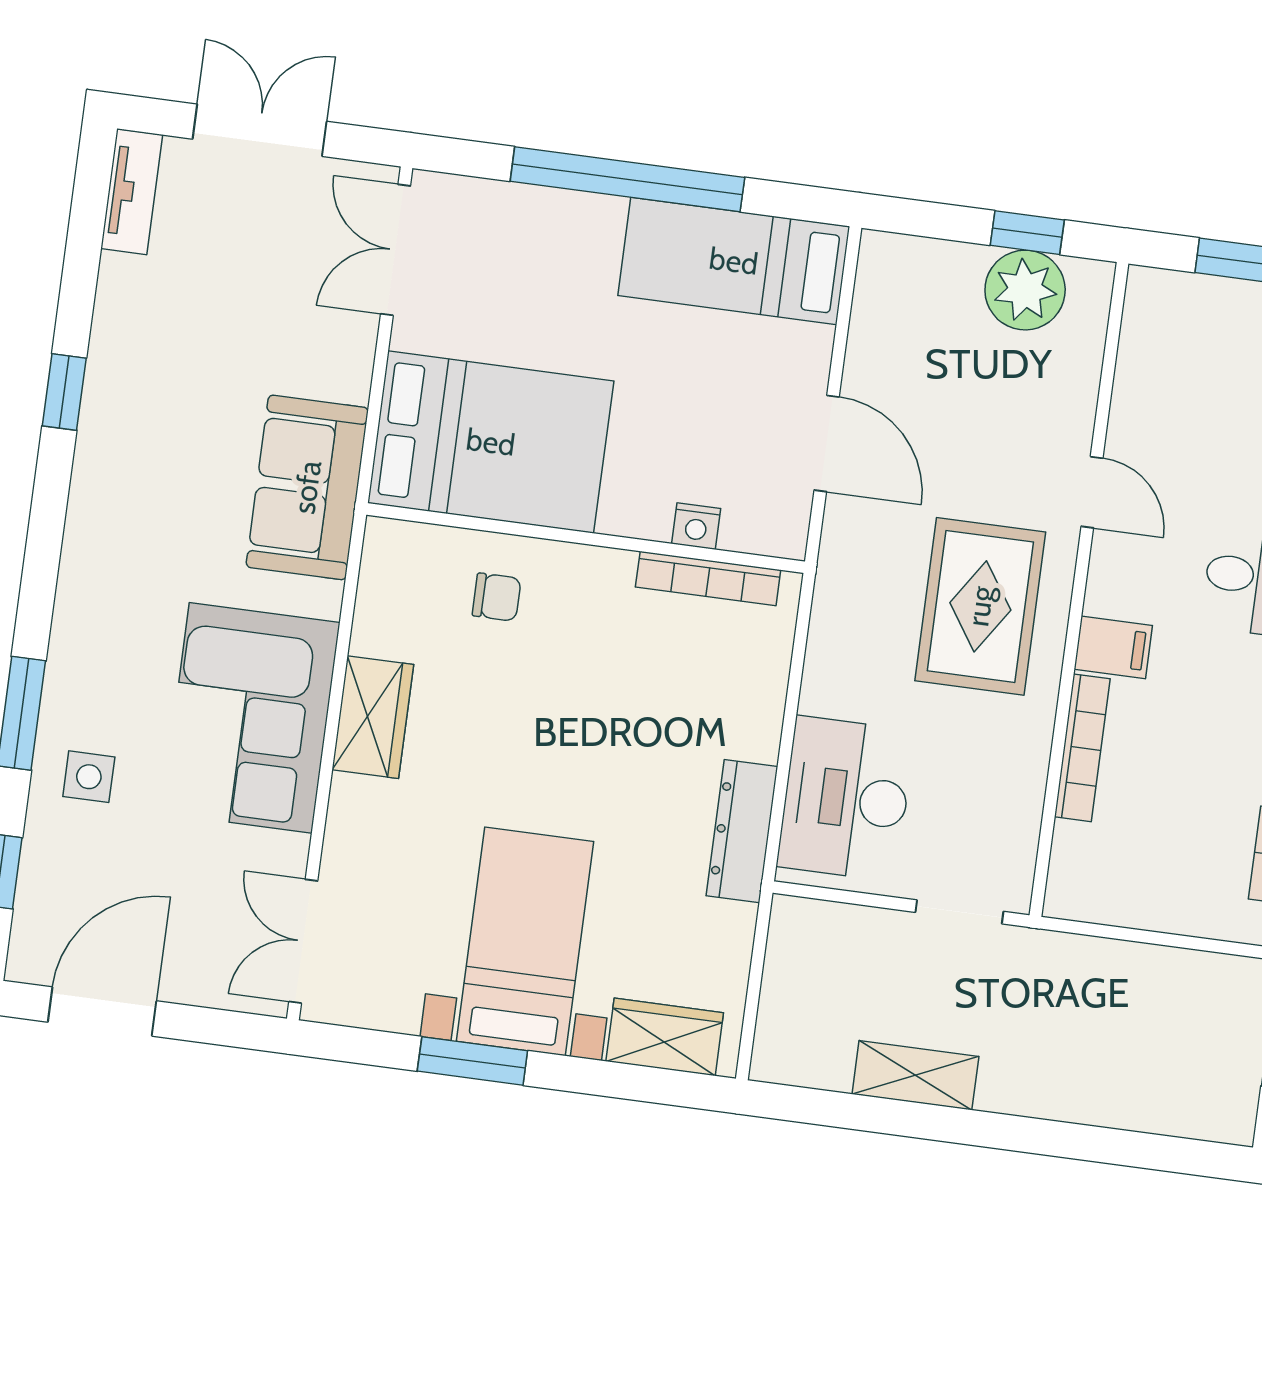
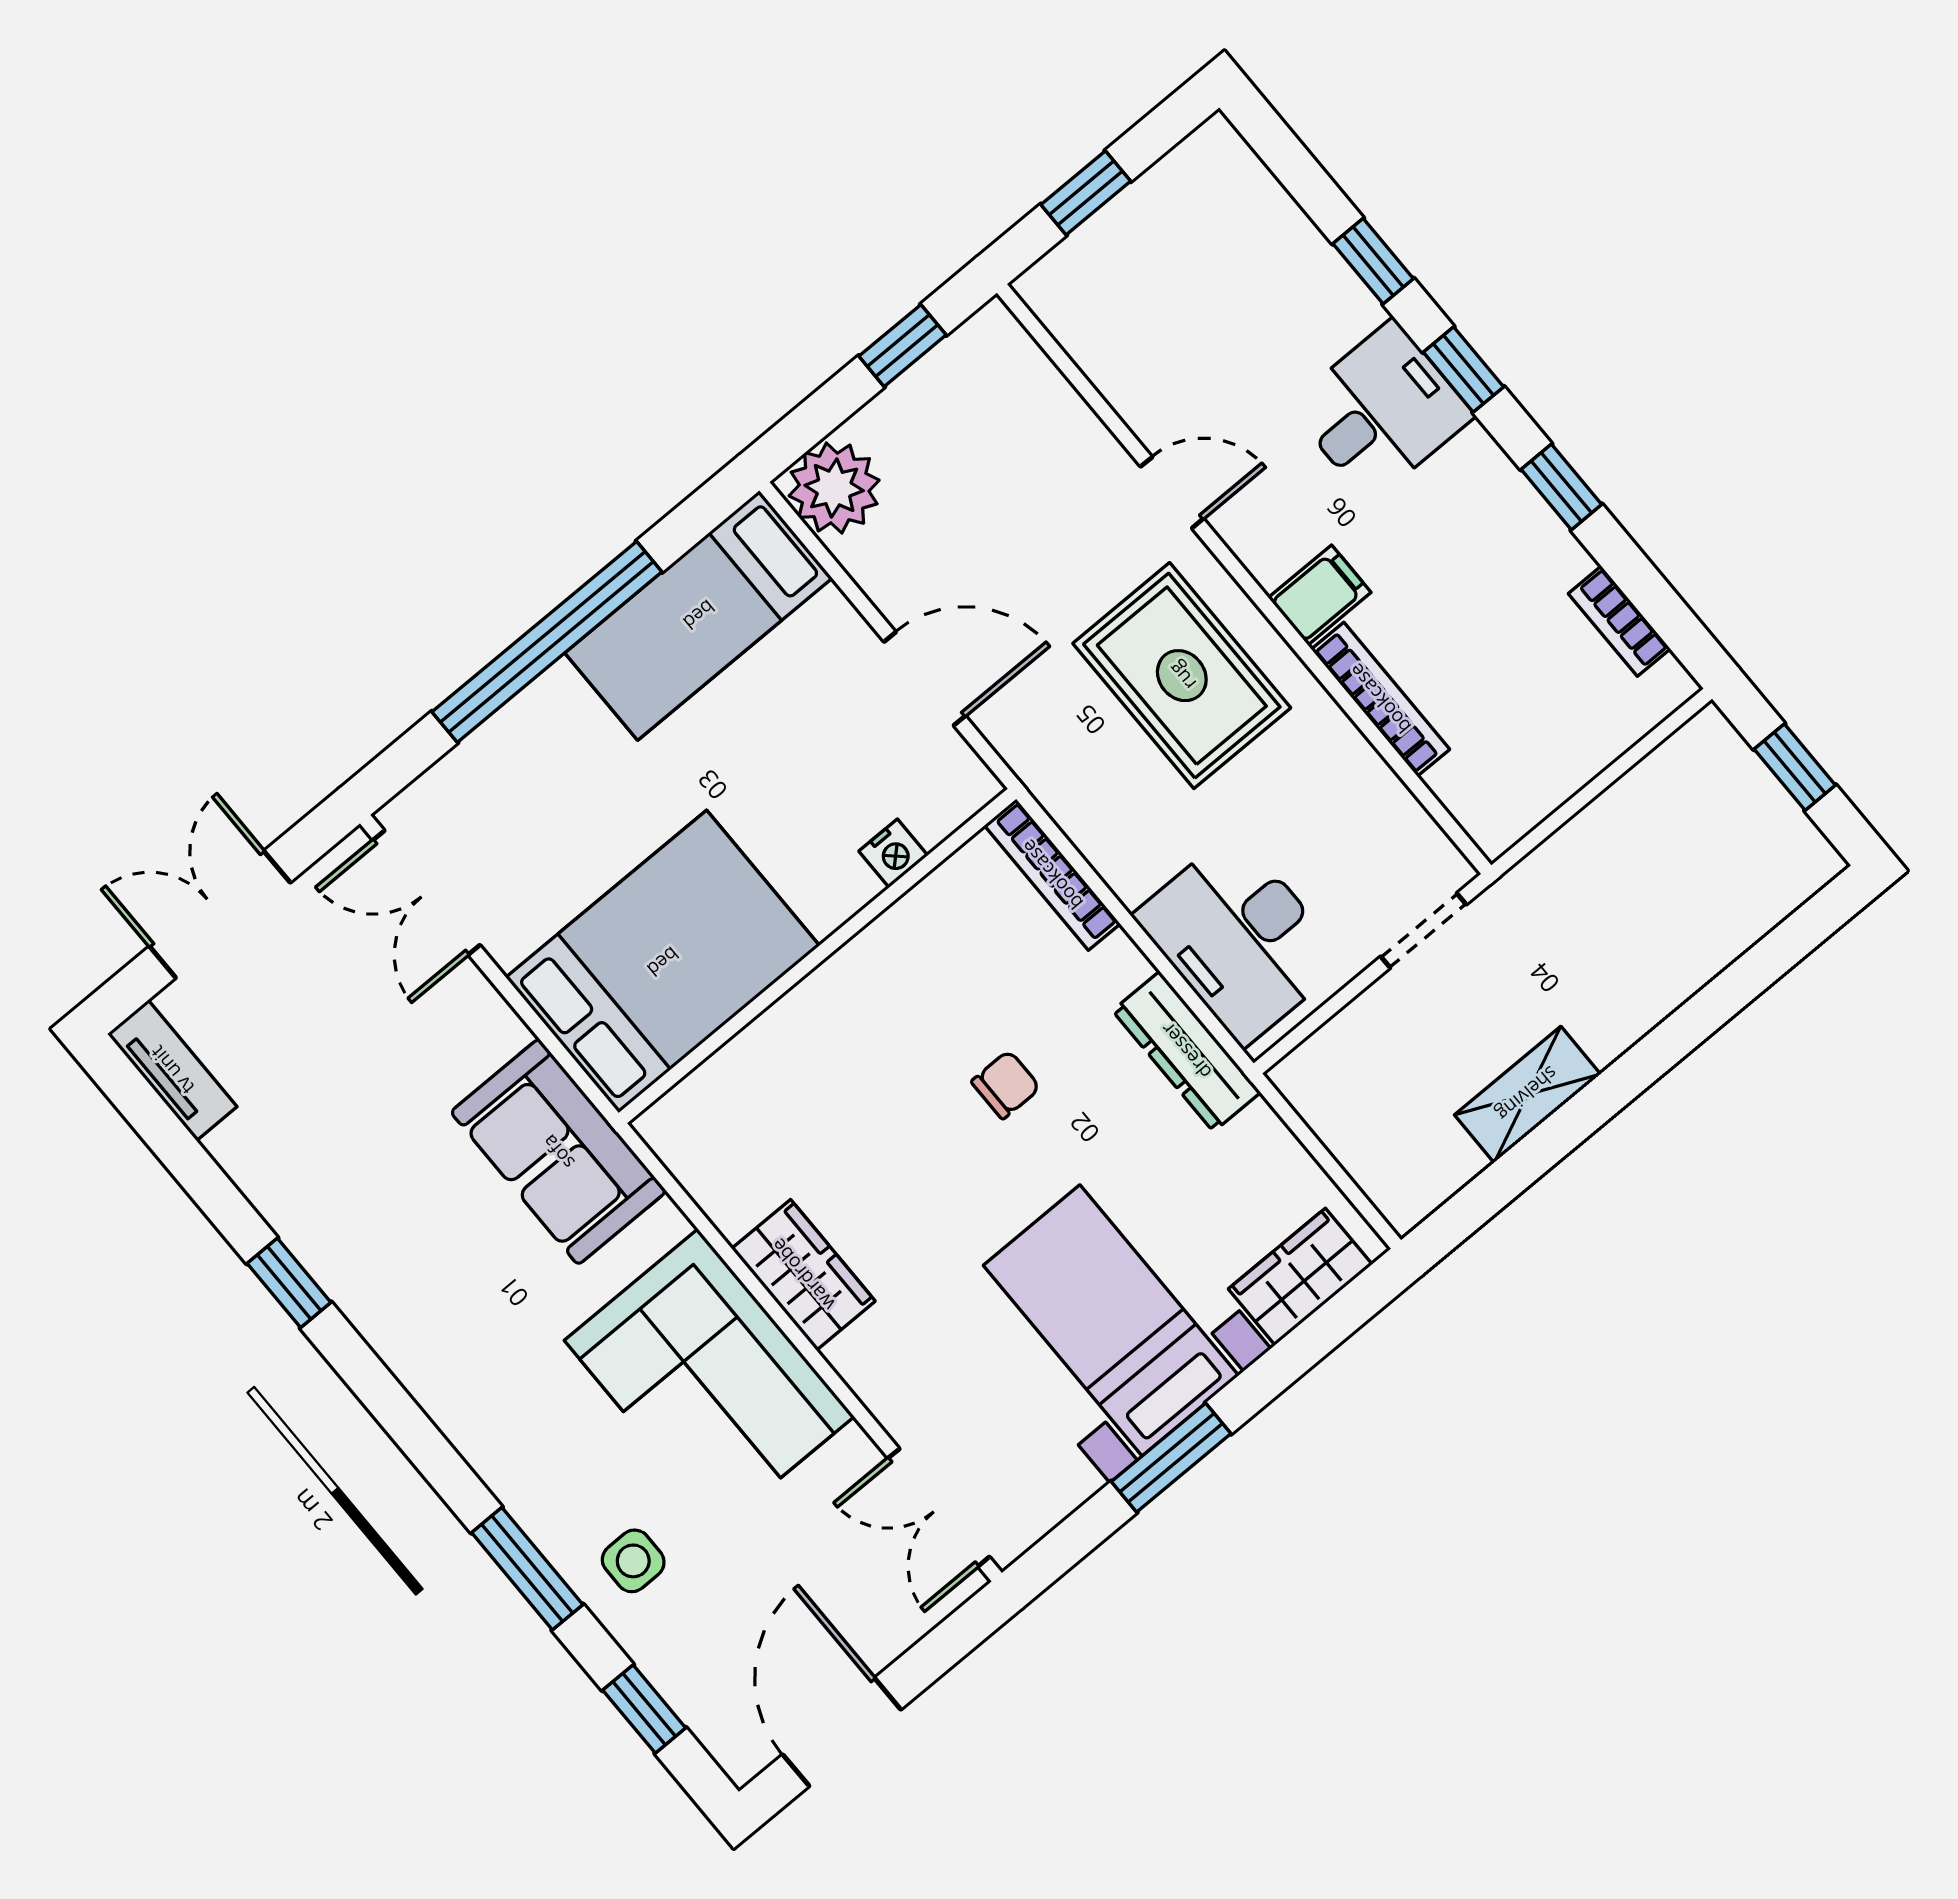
plant: (1025, 290) -> (834, 488), moved
bookcase: (708, 579) -> (1052, 875), moved, turned 90
chair: (497, 597) -> (1006, 1085), moved

